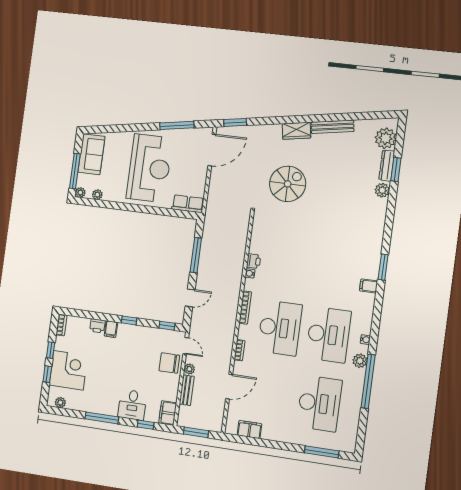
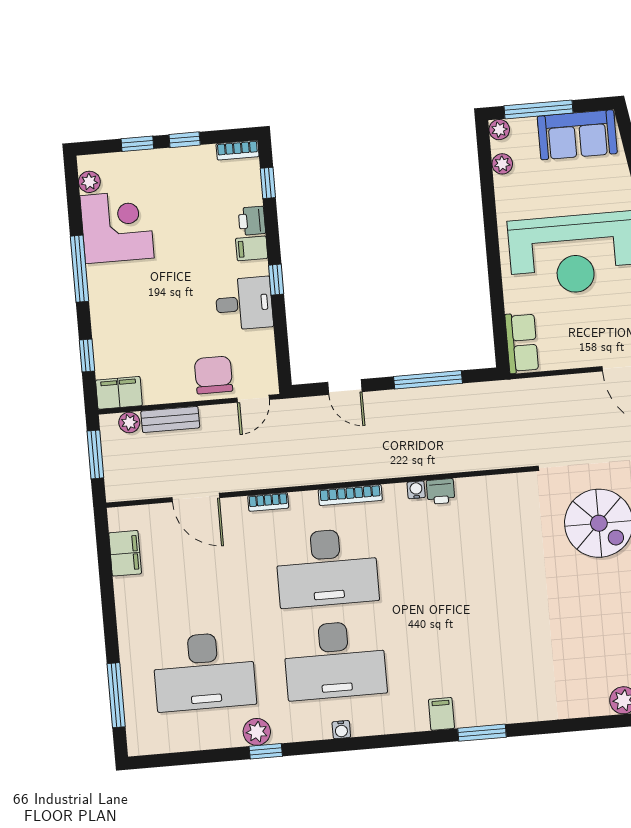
window: (167, 326) -> (268, 183), moved
plant: (360, 361) -> (257, 732), moved
plant: (189, 369) -> (129, 422), moved
corner desk: (68, 370) -> (117, 227), moved, turned -90
window: (368, 381) -> (266, 751), width x0.32
desk: (132, 405) -> (244, 304), moved, turned 180

